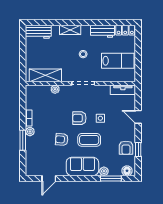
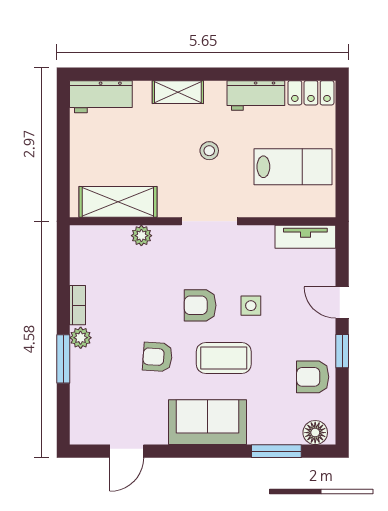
armchair: (126, 148) -> (313, 377), turned 90
window: (138, 150) -> (342, 351), moved
plant: (104, 171) -> (260, 434), removed

